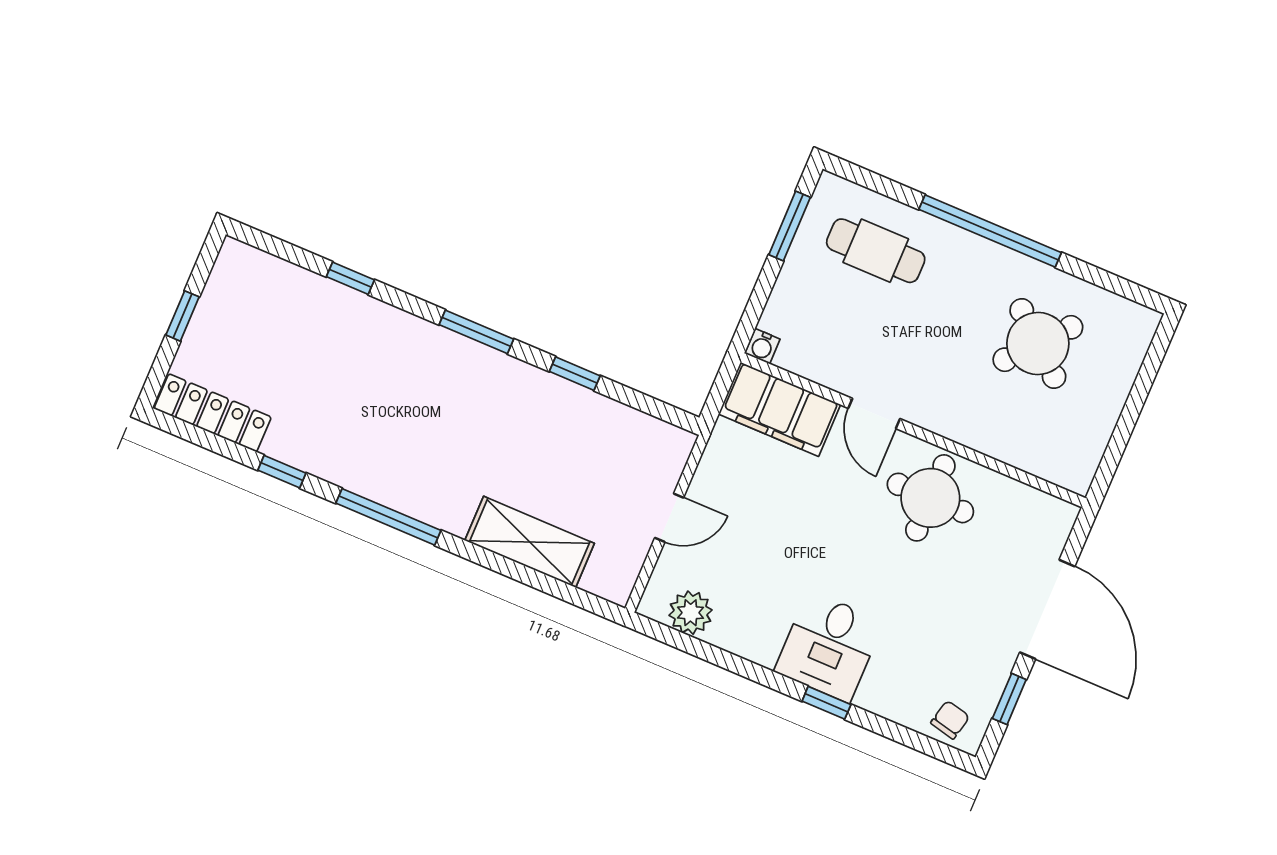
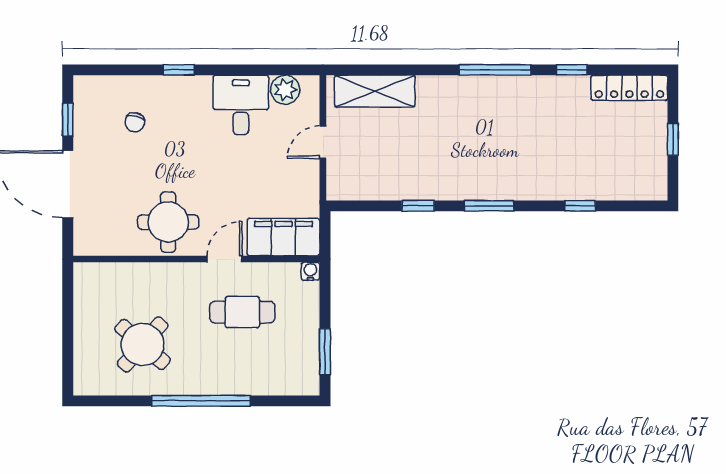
cafe table: (876, 251) -> (242, 312), moved
door: (874, 414) -> (225, 259), hinge flipped
shelving: (530, 542) -> (375, 91), moved
desk: (829, 646) -> (241, 105), moved
chair: (950, 720) -> (135, 122), moved

